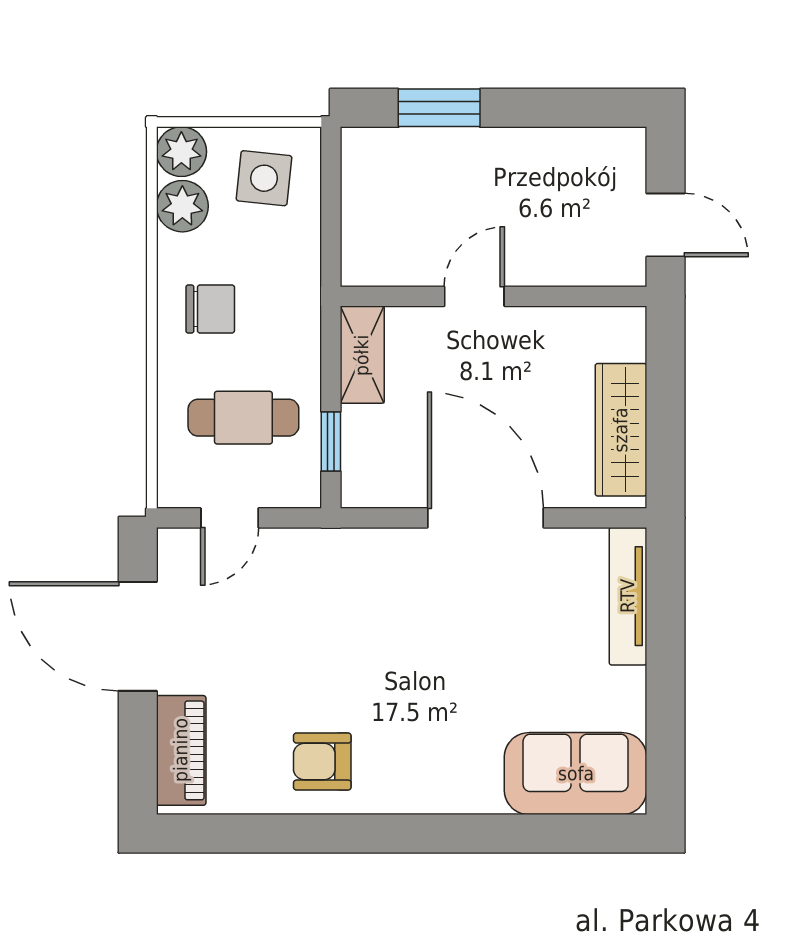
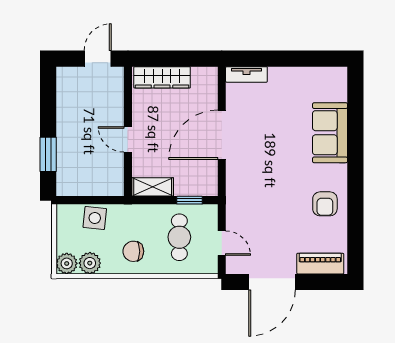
side table: (264, 178) -> (95, 218), moved
chair: (210, 309) -> (133, 251), turned -90
wardrobe: (621, 430) -> (162, 77), moved
tv unit: (628, 596) -> (246, 74), width x0.71
sofa: (576, 774) -> (330, 133), moved

